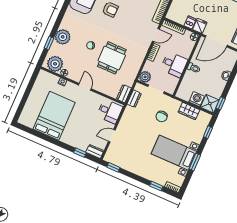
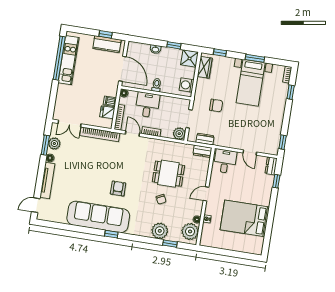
fridge: (200, 26) -> (107, 112), moved
desk: (174, 65) -> (147, 105), moved
washing machine: (197, 99) -> (187, 85), moved
window: (221, 103) -> (174, 45), moved
wardrobe: (189, 111) -> (205, 67), moved

